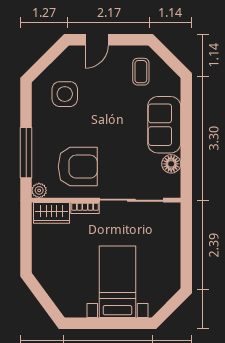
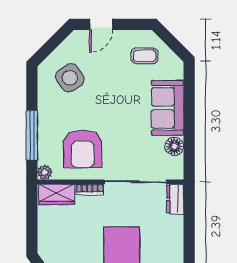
coffee table: (141, 72) -> (145, 56), turned 90
side table: (65, 94) -> (70, 78), turned -33
armchair: (78, 167) -> (83, 149), turned 90
dresser: (172, 218) -> (175, 199), added

